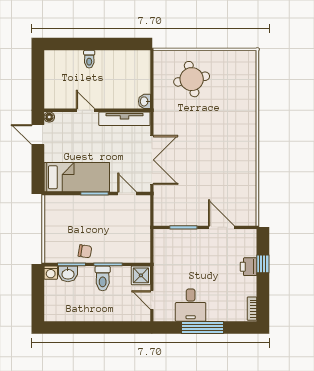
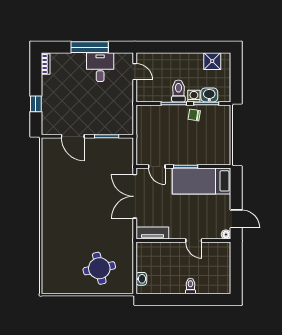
washbasin: (144, 101) -> (141, 279), moved
tv unit: (124, 119) -> (152, 233), width x0.71
printer: (248, 267) -> (49, 101), removed
washing machine: (51, 273) -> (194, 96), moved
shower: (141, 275) -> (212, 61), moved

